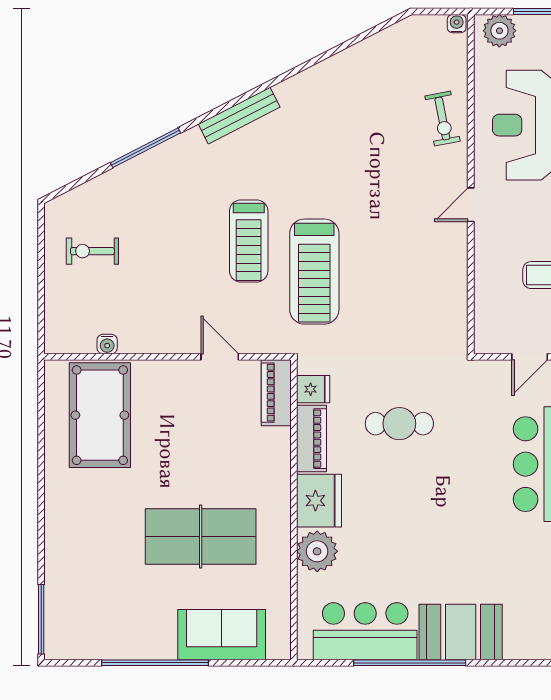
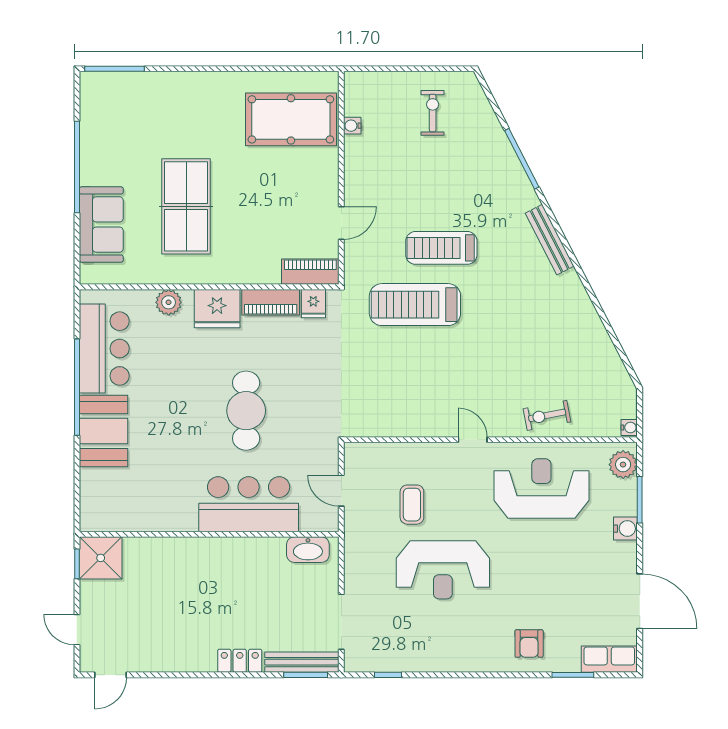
cafe table: (399, 424) -> (246, 411), moved, width x1.37, depth x1.35
plant: (317, 551) -> (169, 302), width x0.73, depth x0.73

